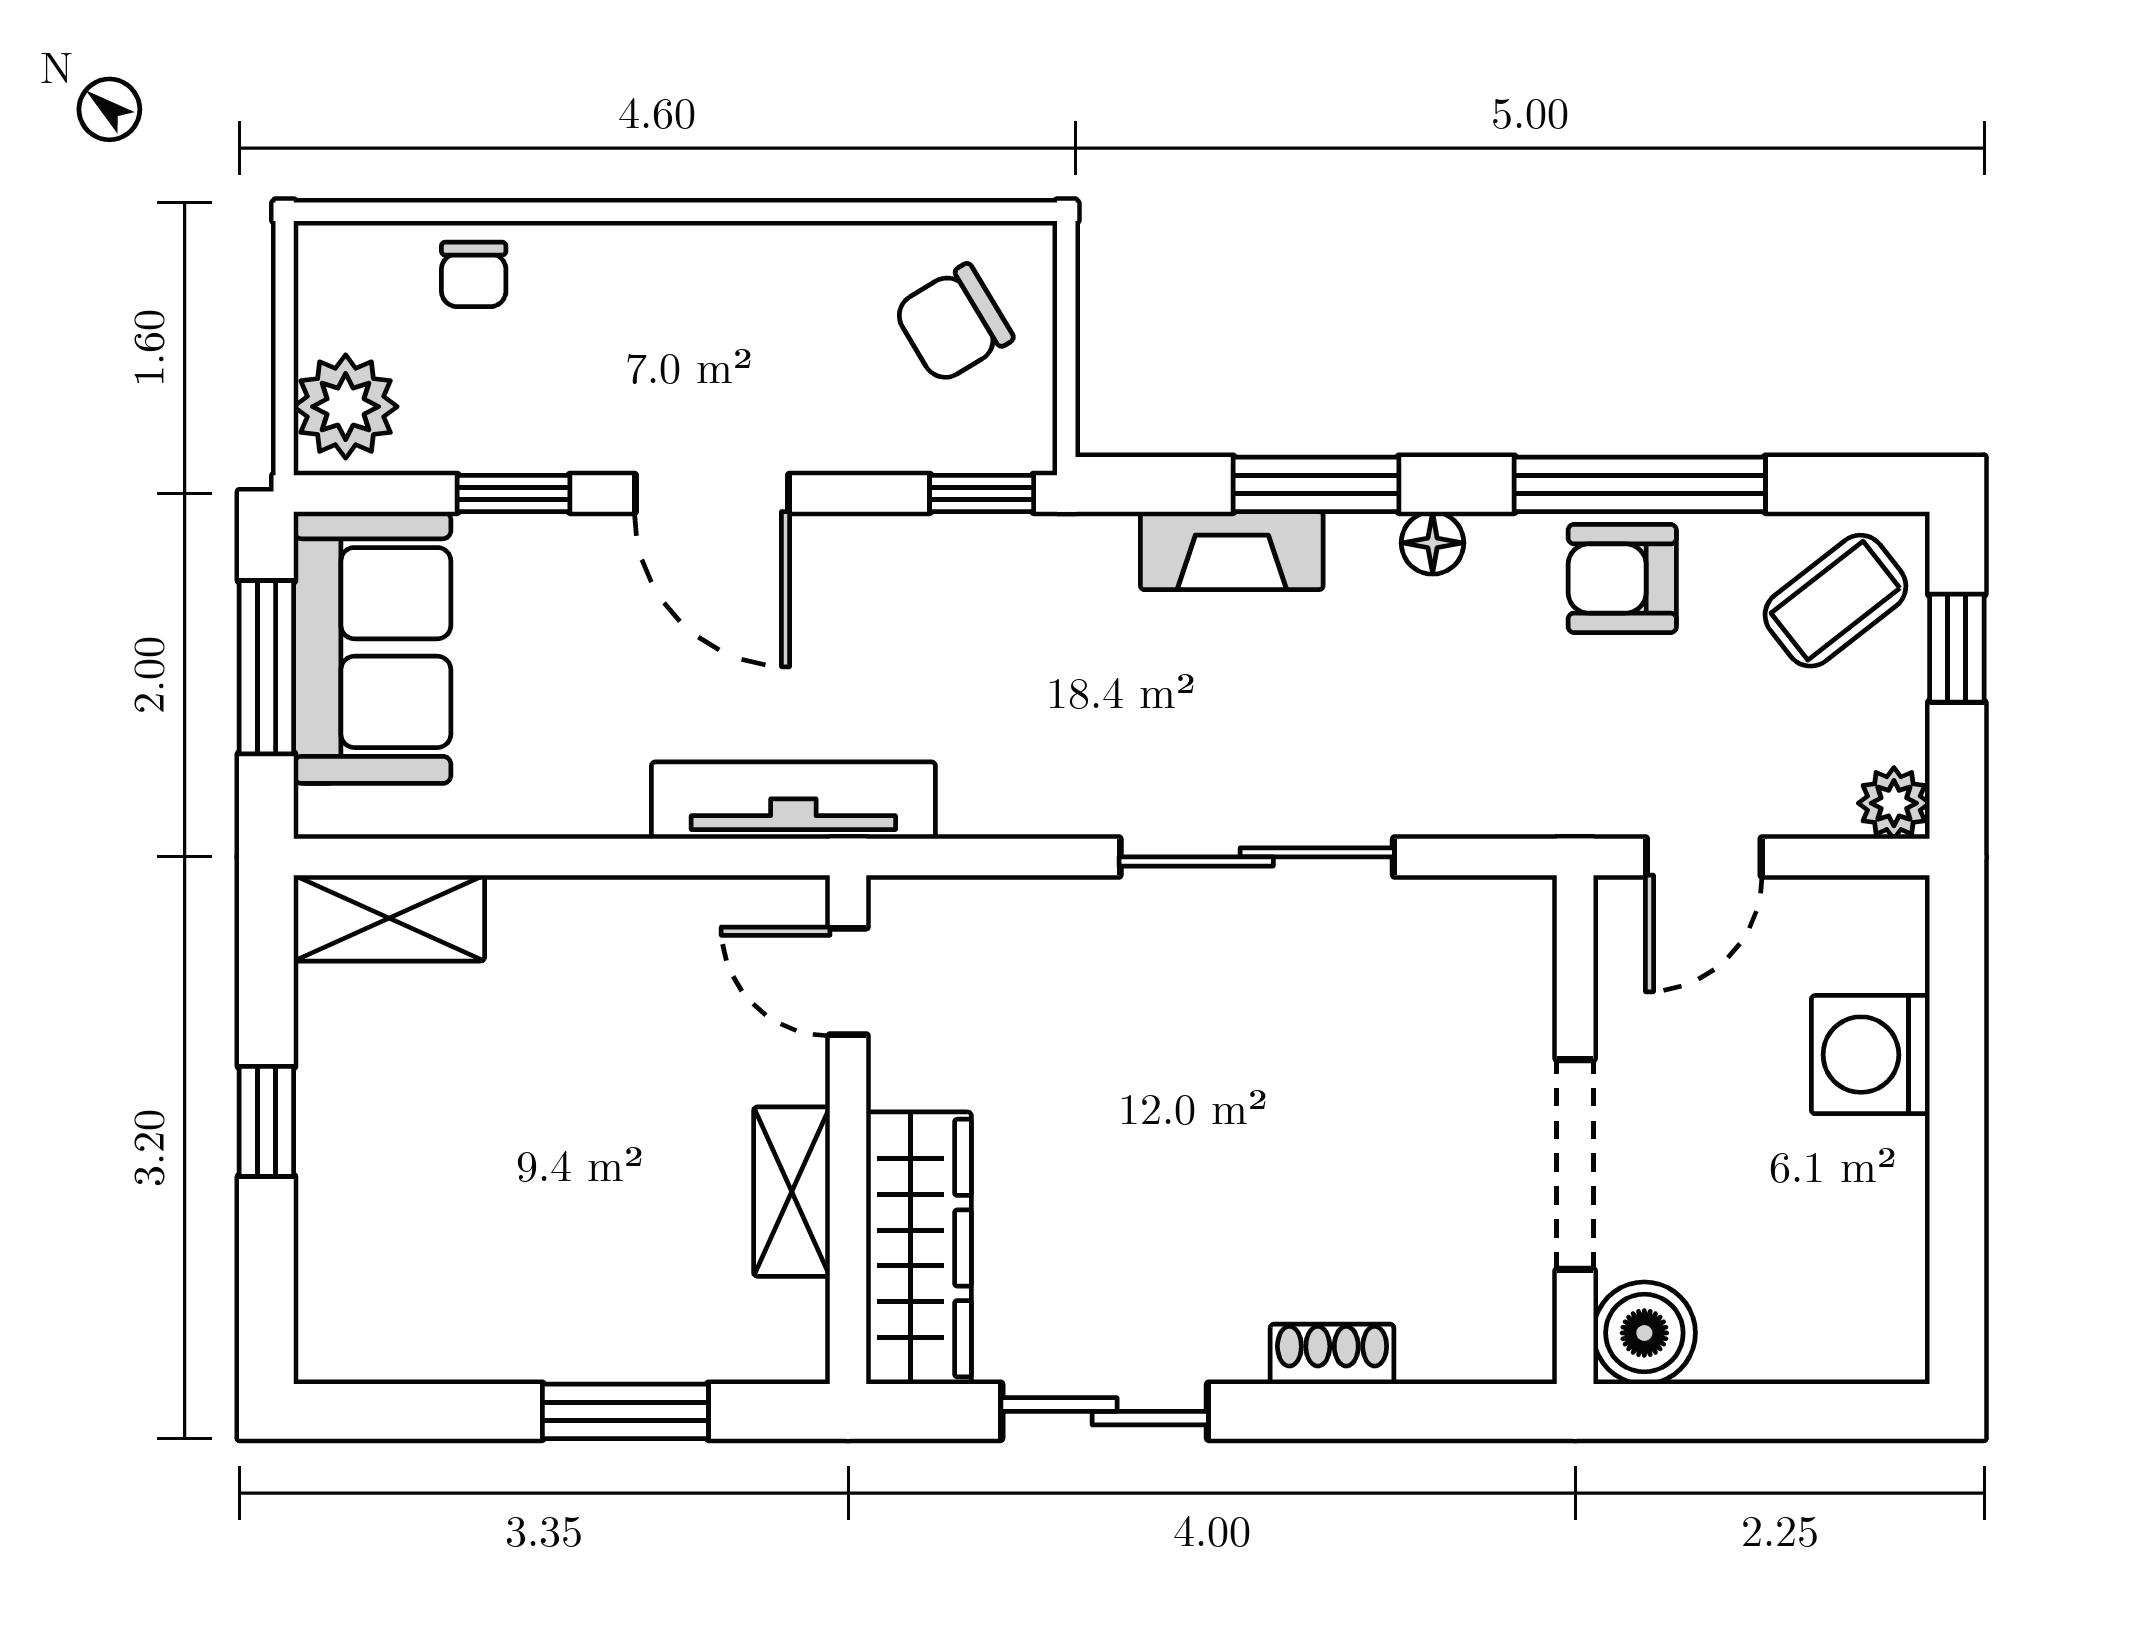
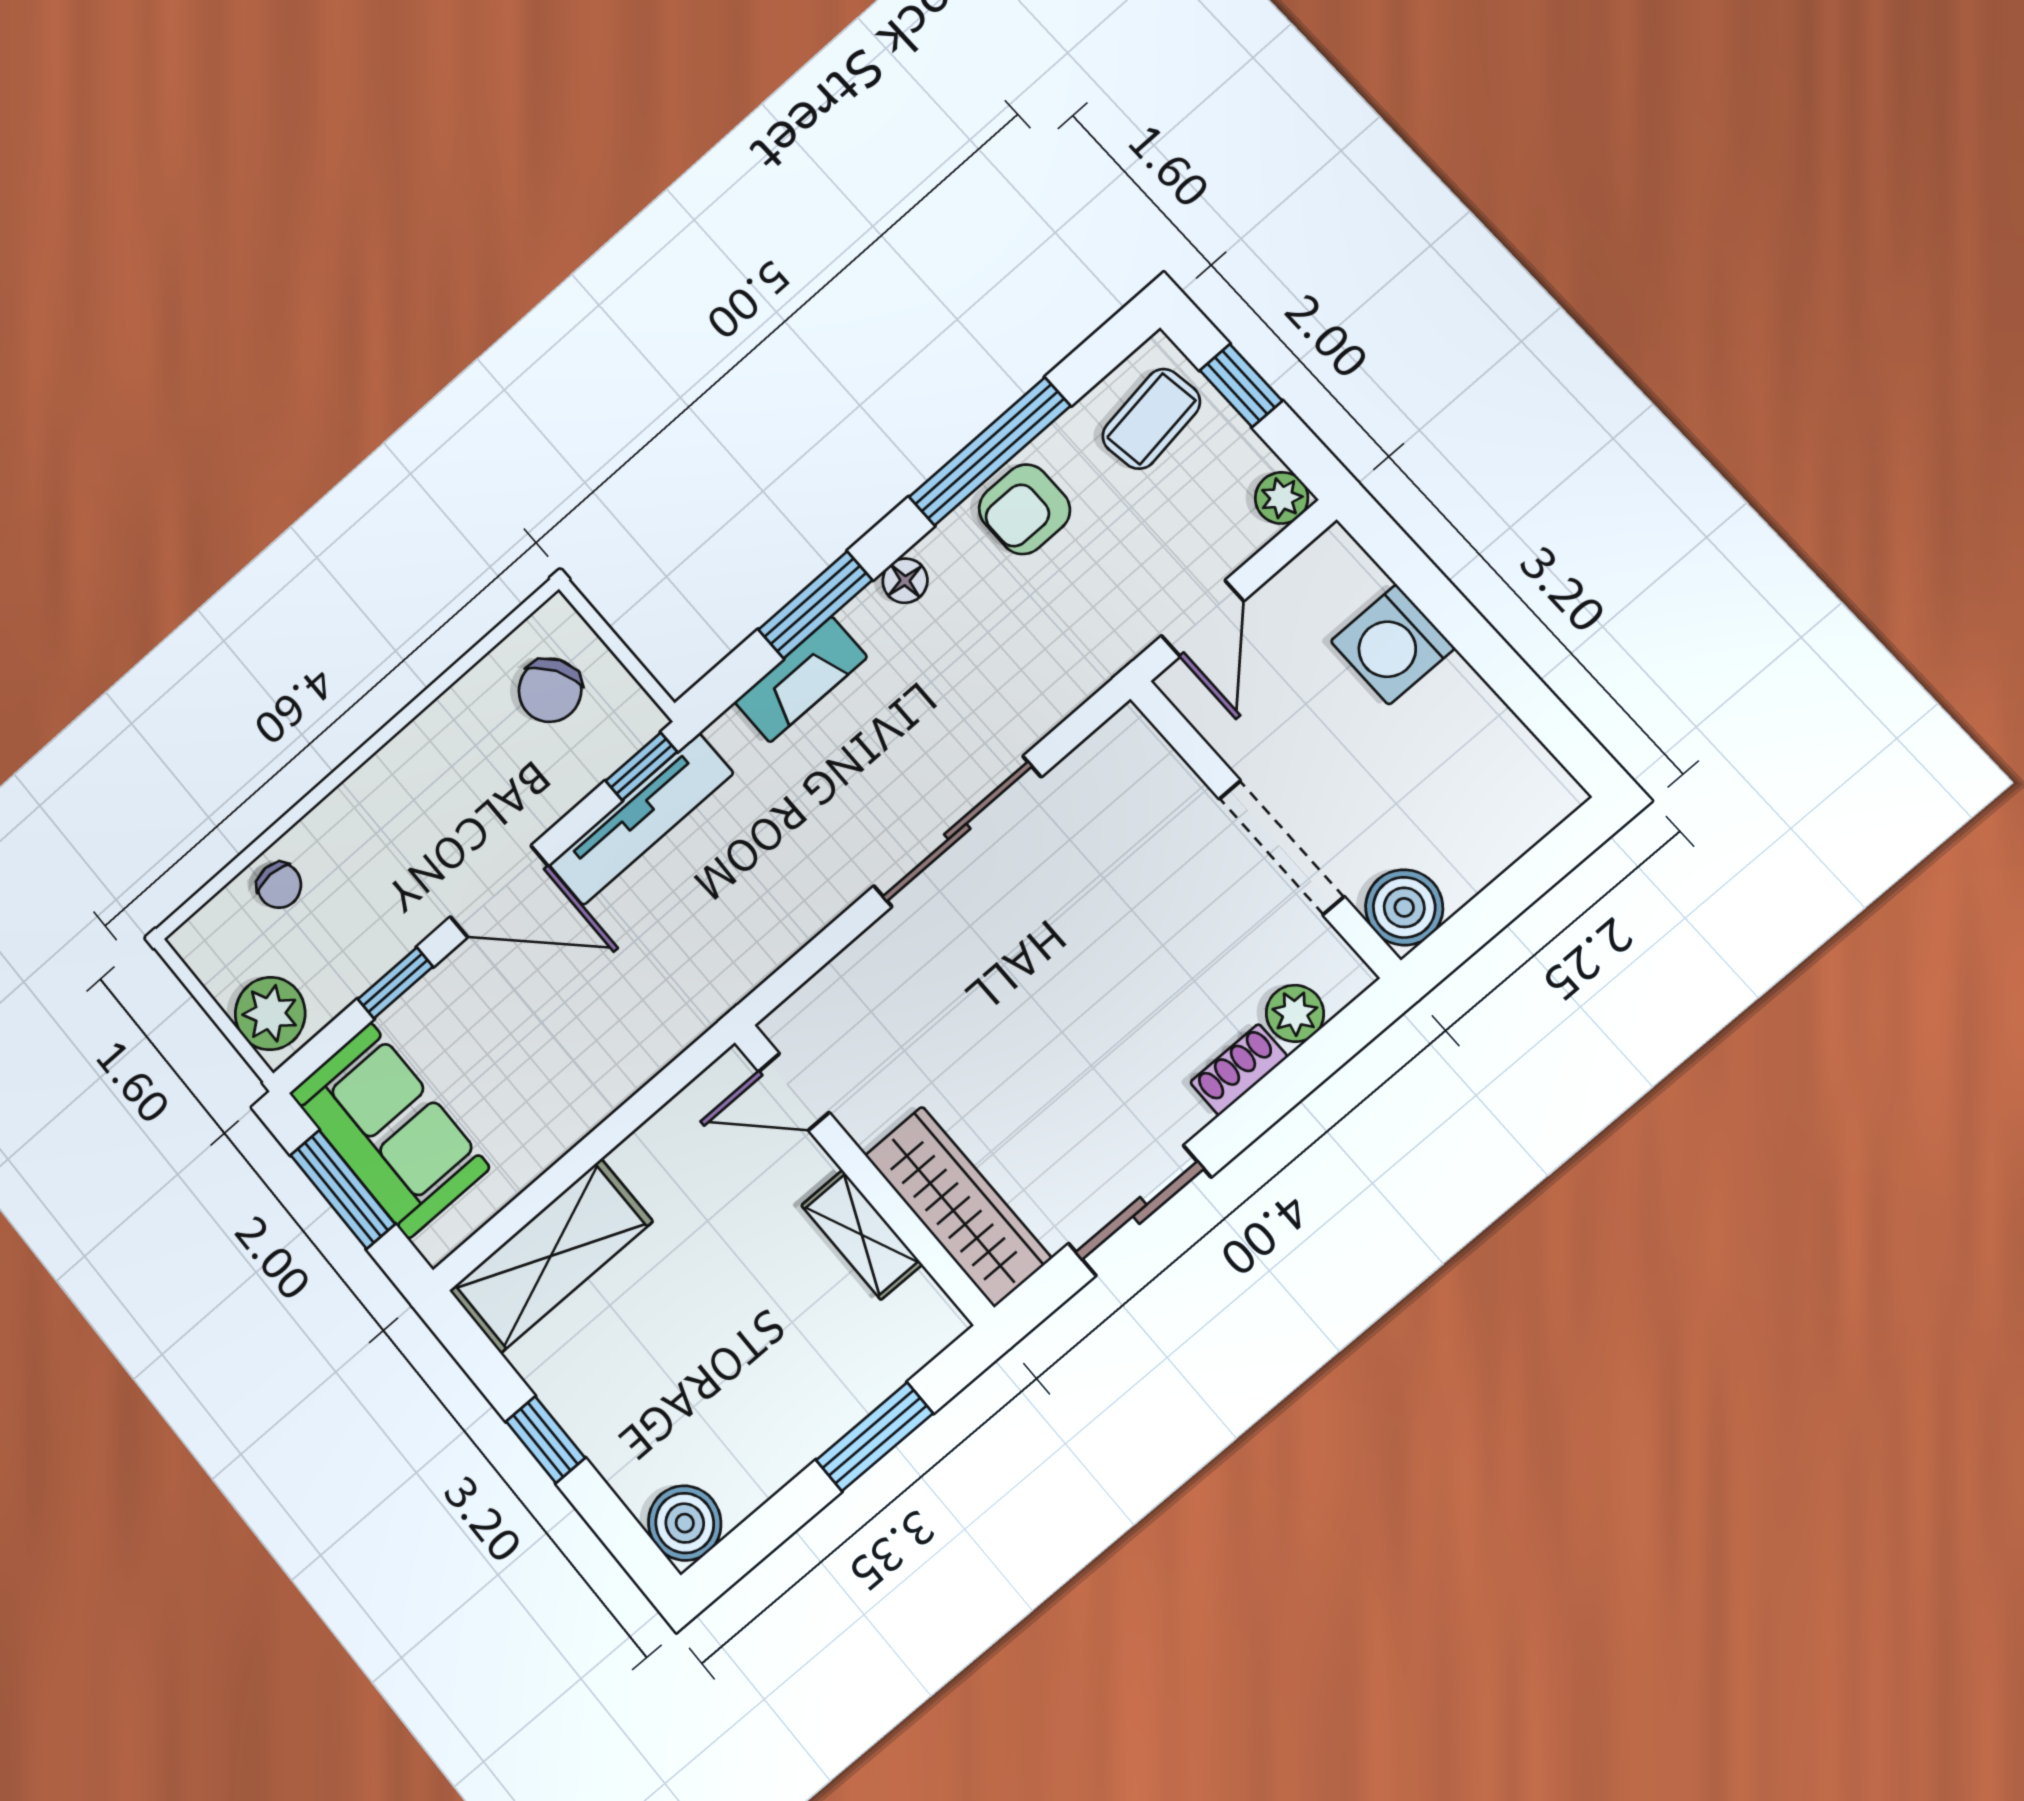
coffee table: (1835, 601) -> (1151, 419), turned 30
tv unit: (793, 800) -> (641, 819), moved, turned 180
shelving: (389, 918) -> (551, 1256), width x1.50, depth x1.33
boiler: (345, 1333) -> (685, 1523), added
plant: (1439, 1346) -> (1295, 1013), added

